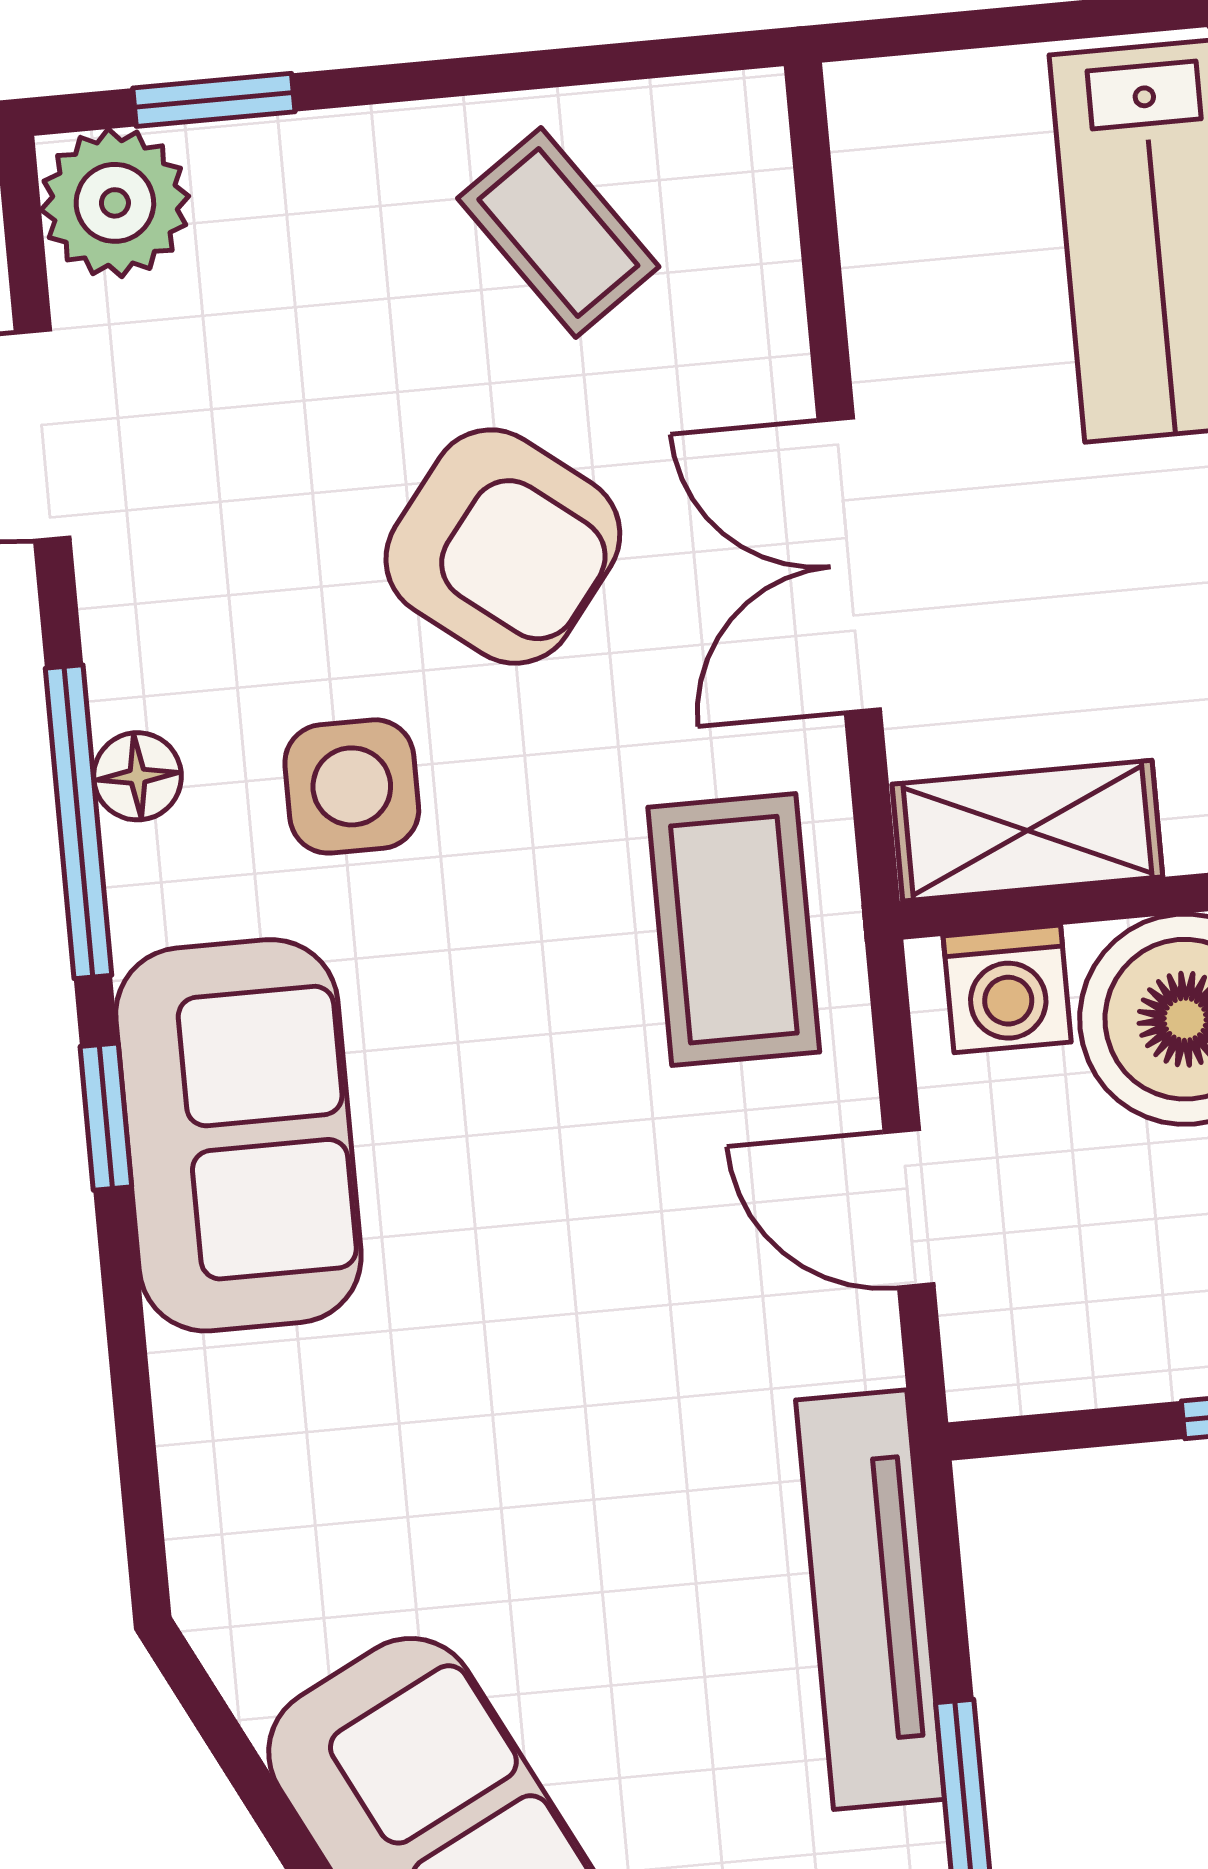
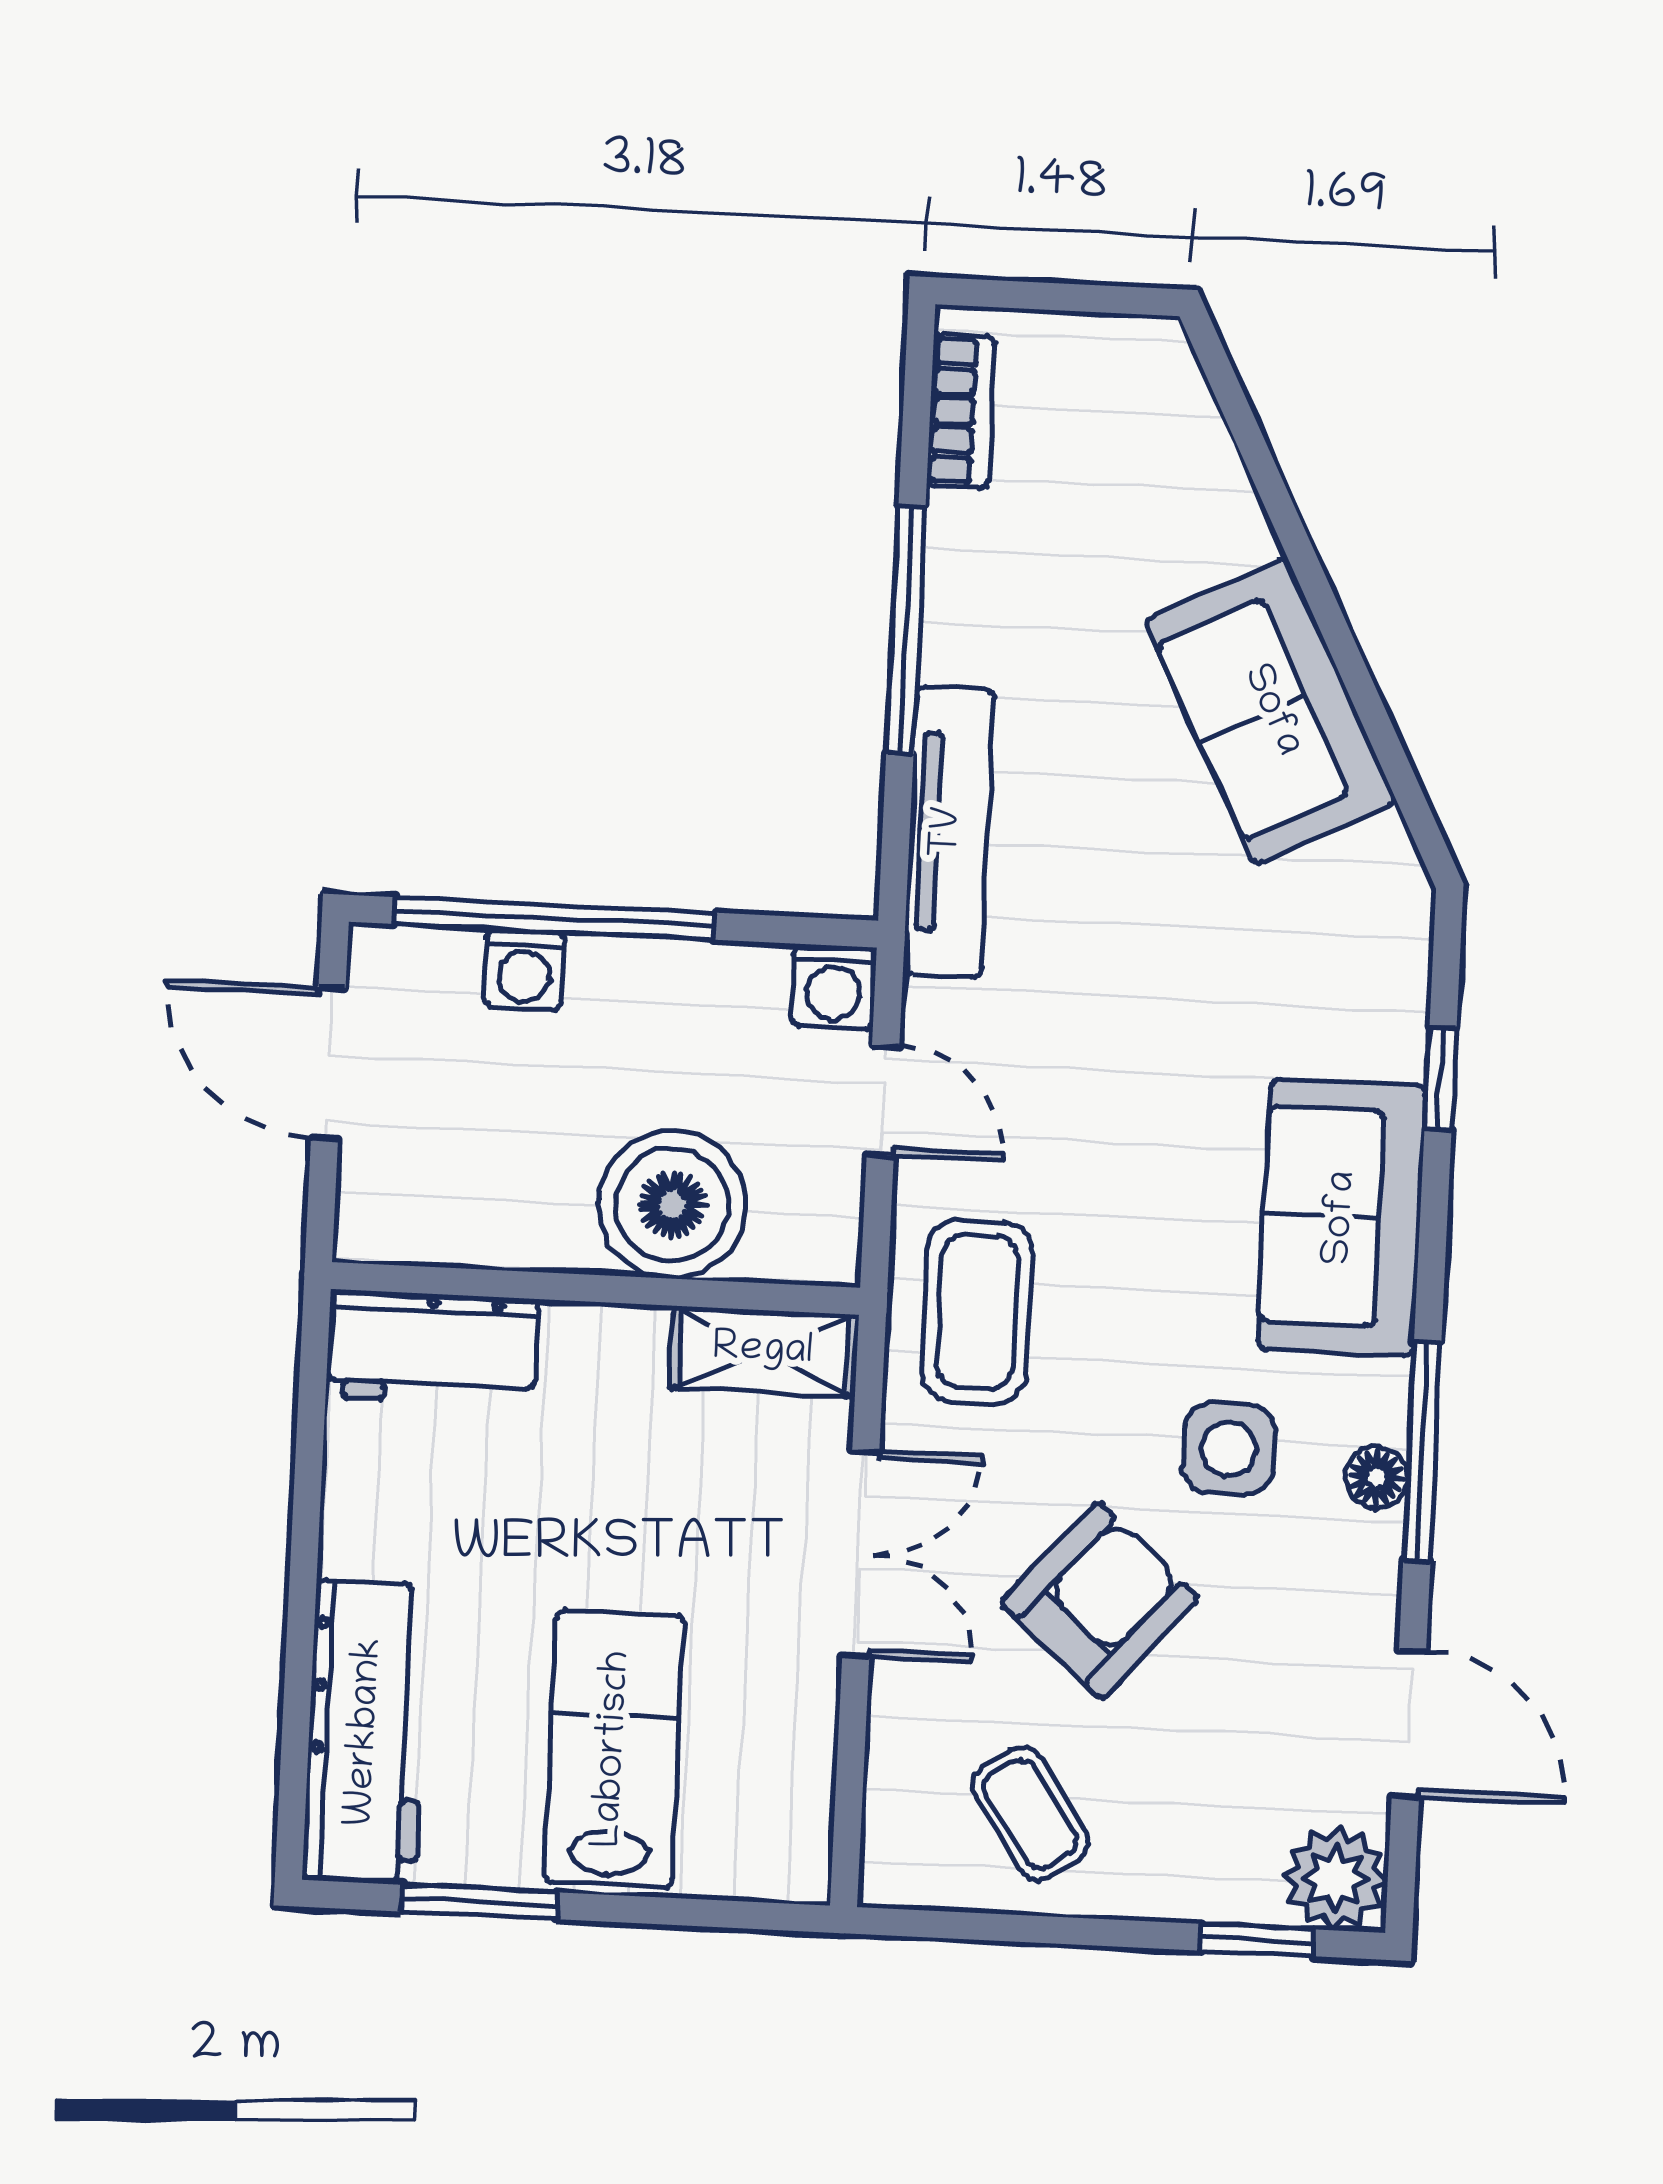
armchair: (503, 547) -> (1100, 1601), turned 93
washing machine: (1007, 989) -> (834, 987), moved, turned 180
window: (106, 1117) -> (1440, 1079), moved

